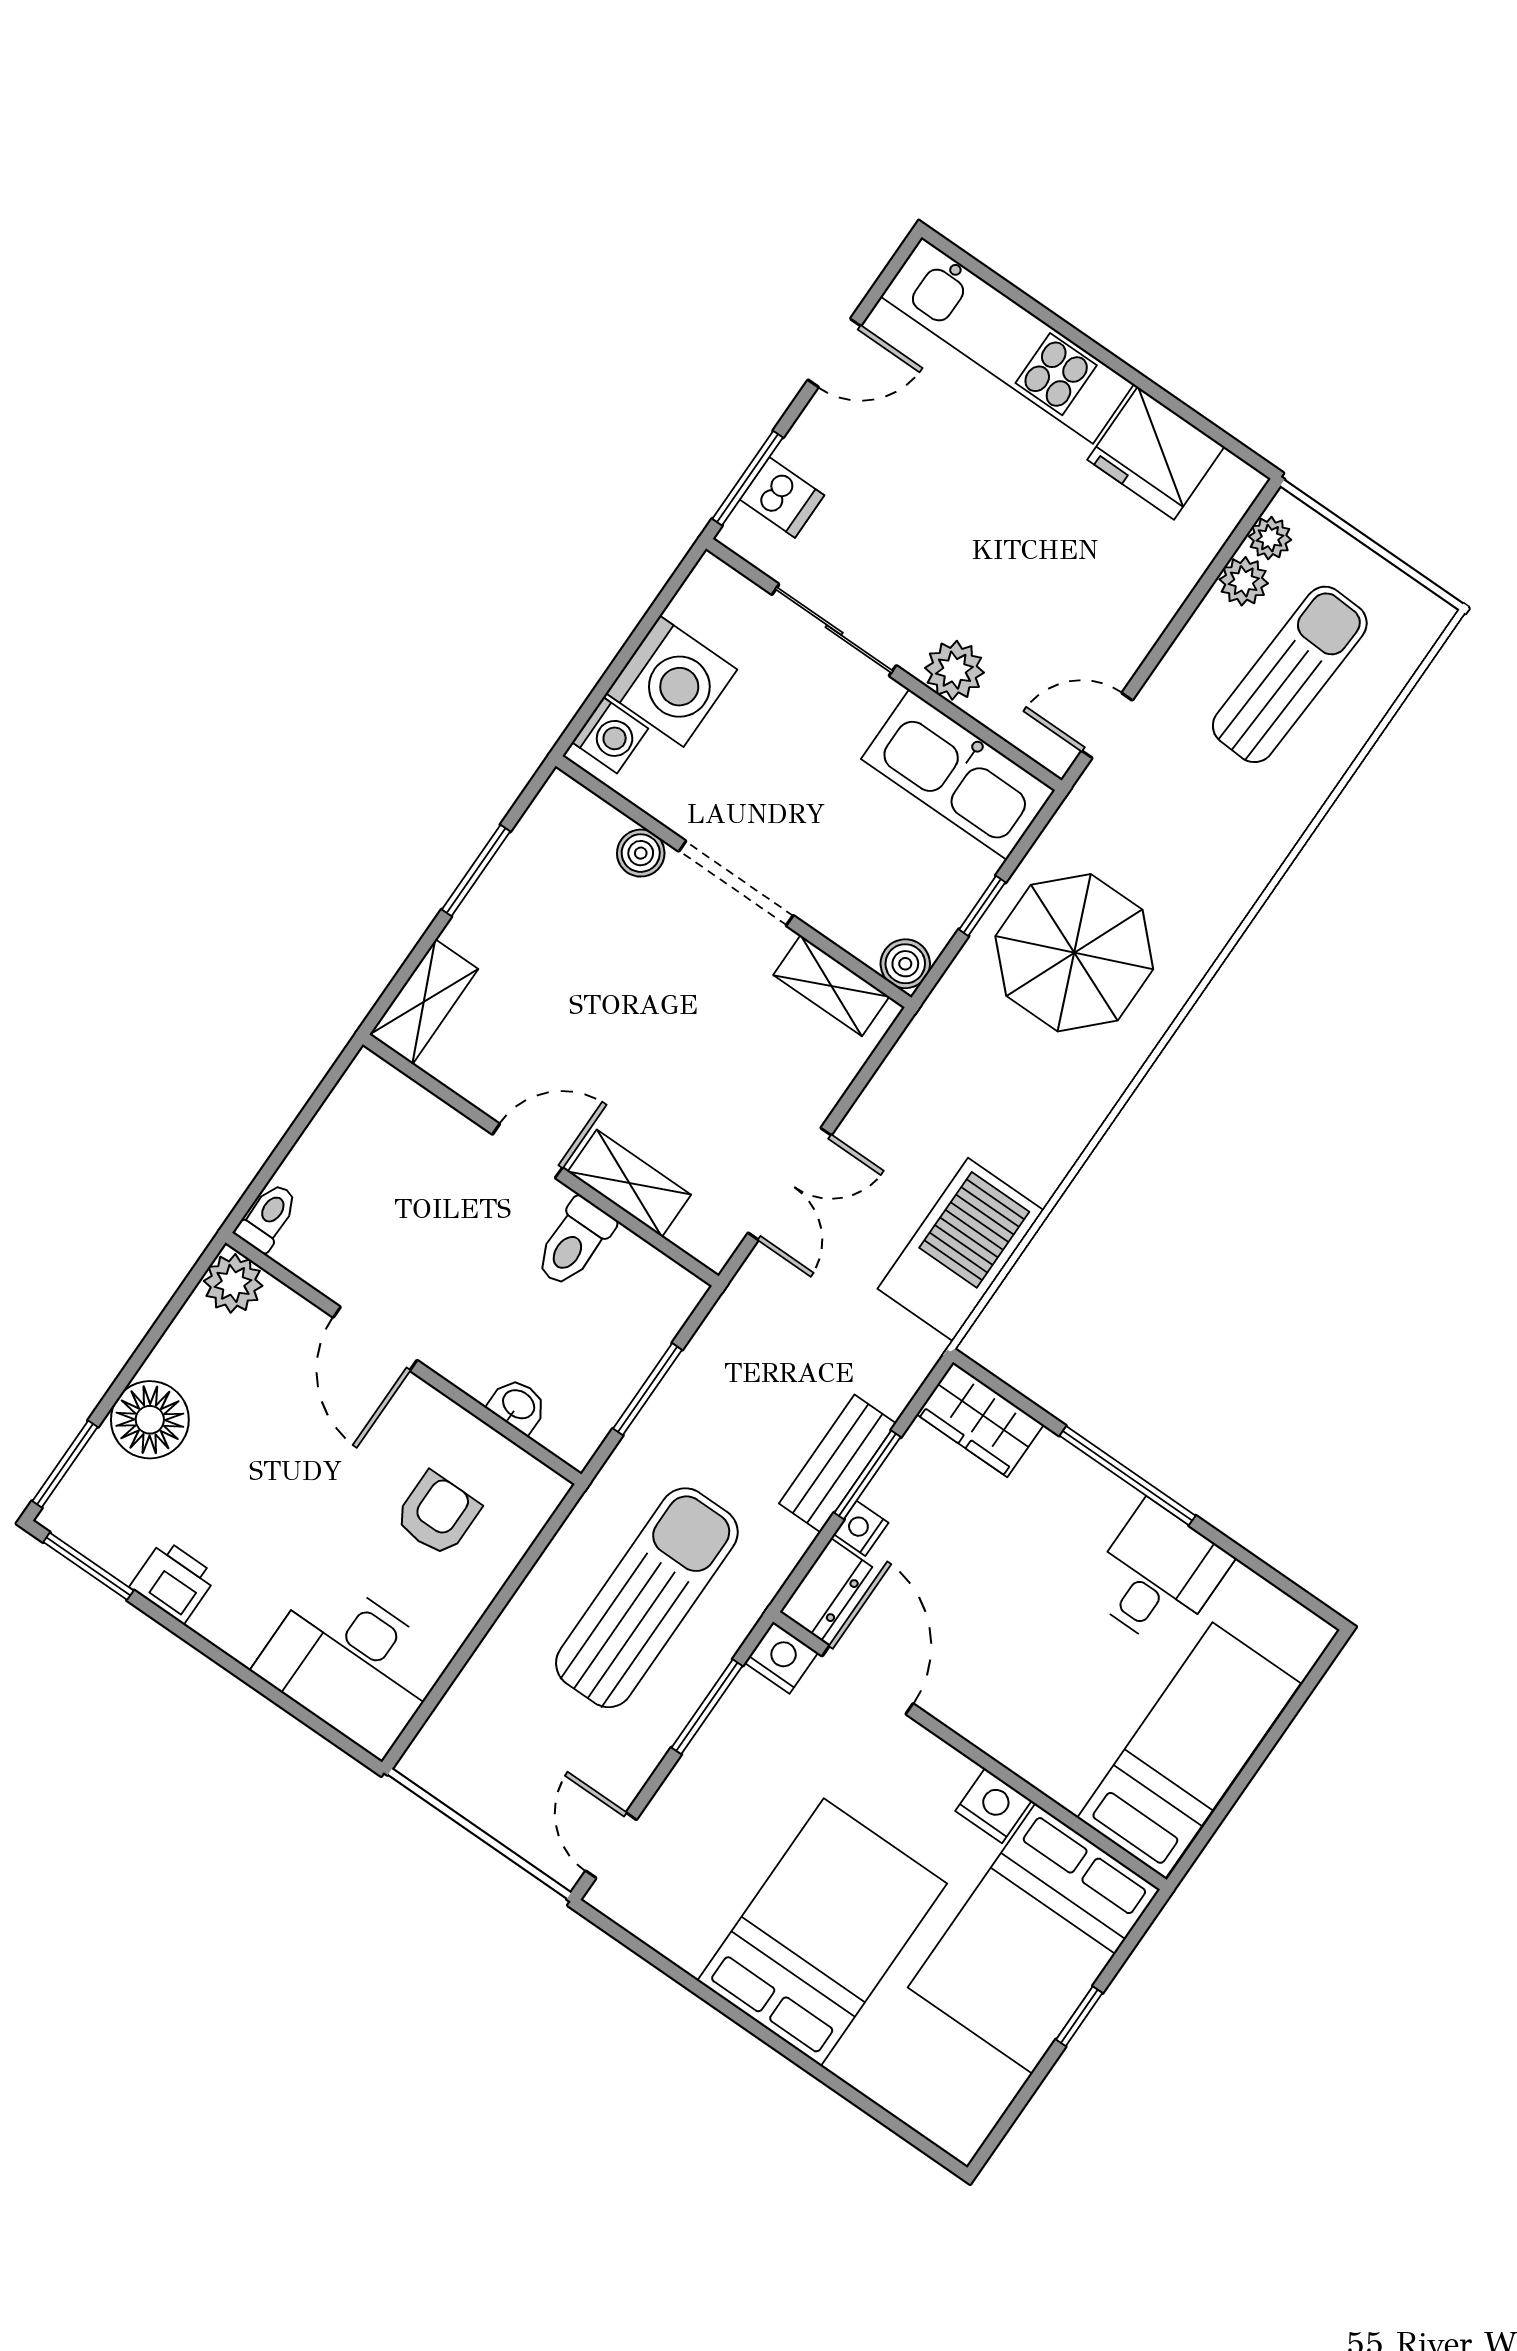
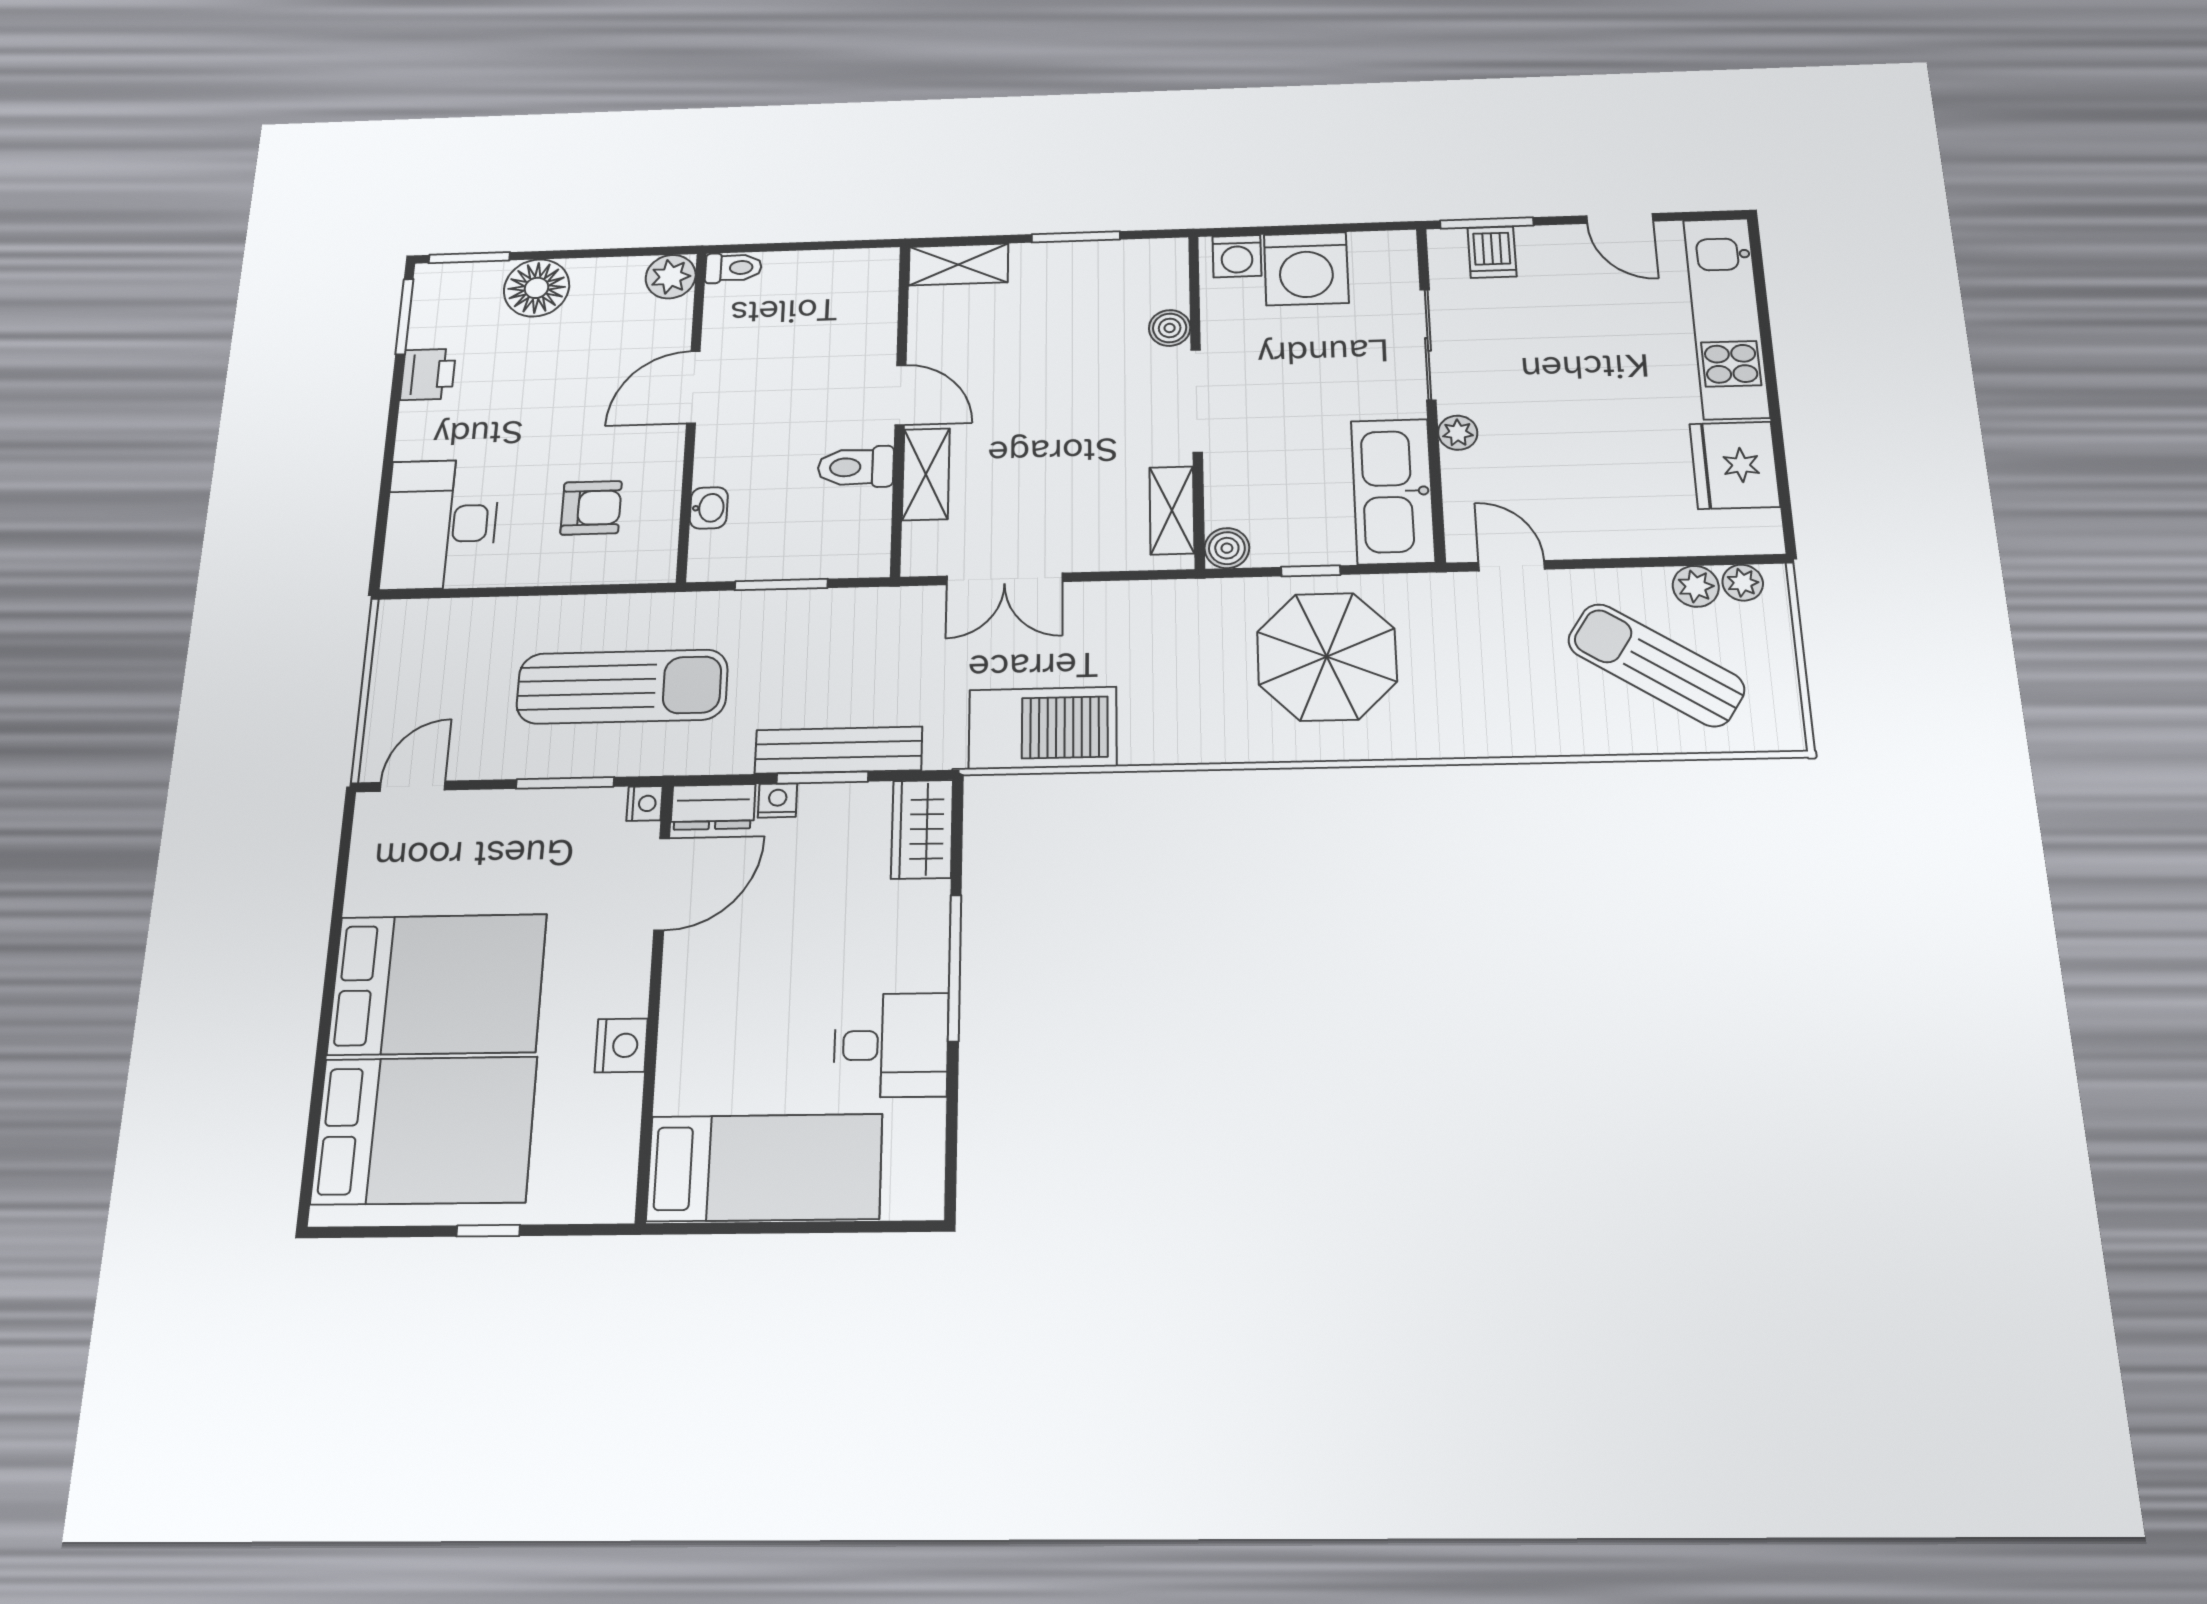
plant: (954, 670) -> (1458, 433), width x0.73, depth x0.73
sun lounger: (1290, 674) -> (1656, 665), turned -150
bench: (838, 1463) -> (839, 750), width x1.36
nightstand: (781, 1658) -> (645, 803), width x0.72, depth x0.74
bed: (1034, 1939) -> (424, 1130), moved, turned 180

